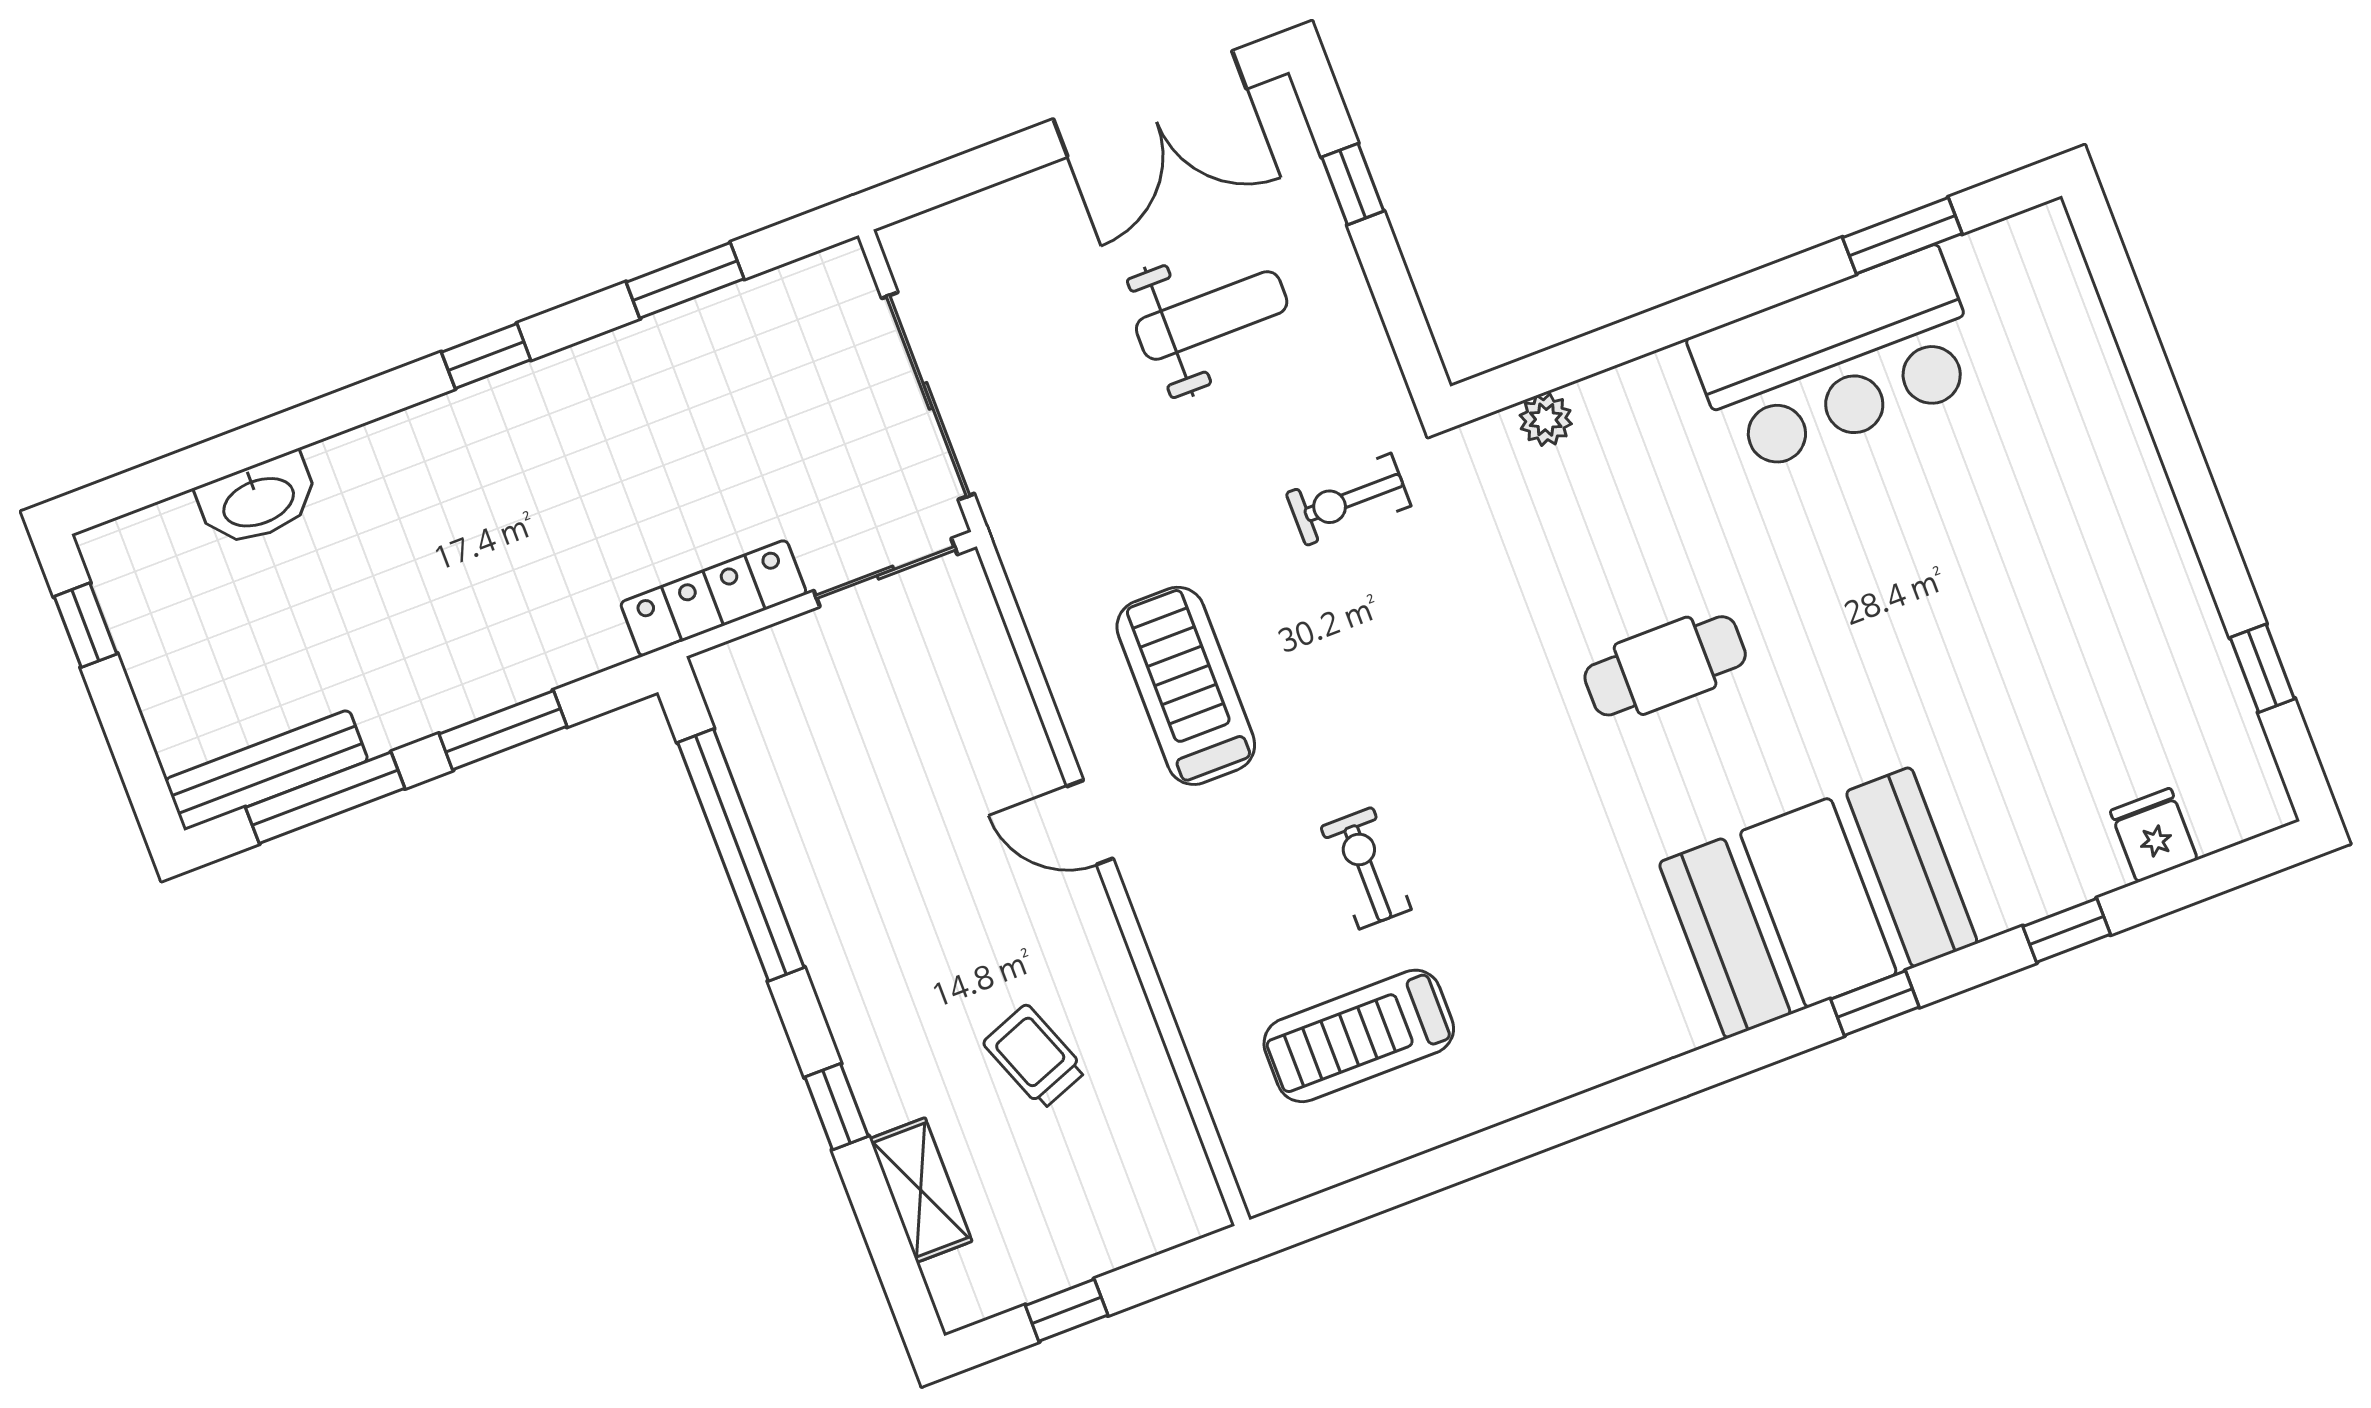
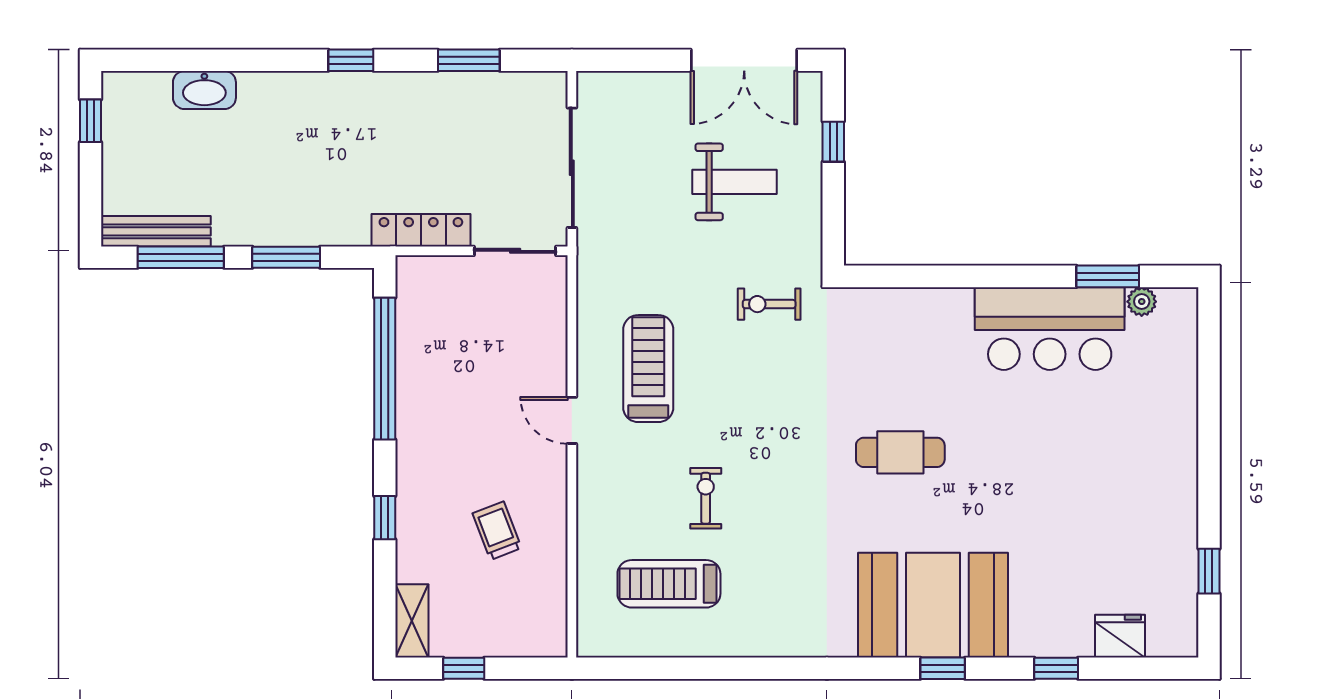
plant: (1546, 420) -> (1142, 302), moved
fridge: (2154, 835) -> (1120, 636), width x1.38
shelving: (921, 1190) -> (412, 621), moved

